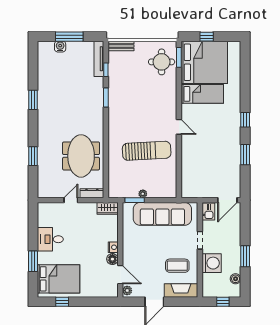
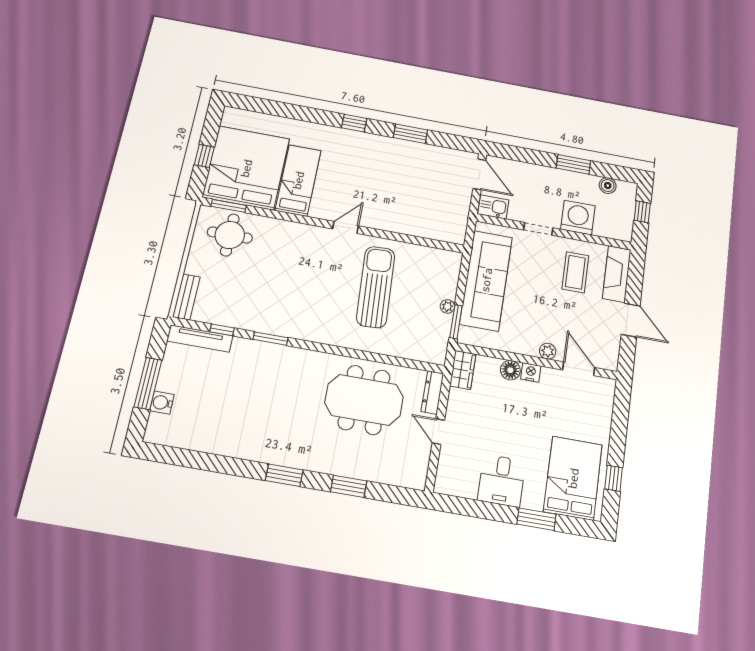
window: (33, 100) -> (284, 475), moved
floor lamp: (112, 259) -> (510, 370), moved
door: (120, 275) -> (579, 369), hinge flipped
plant: (127, 291) -> (548, 351), moved

